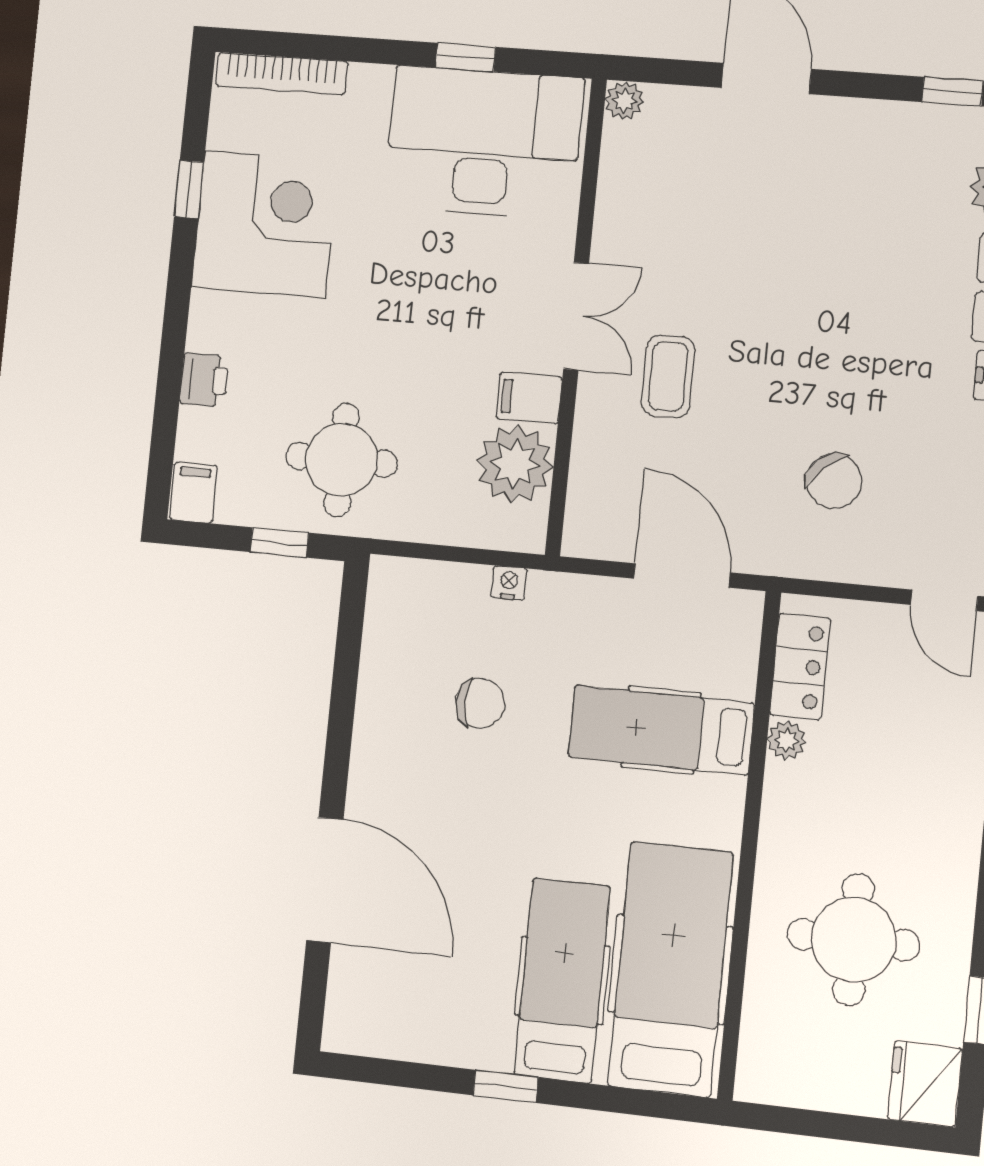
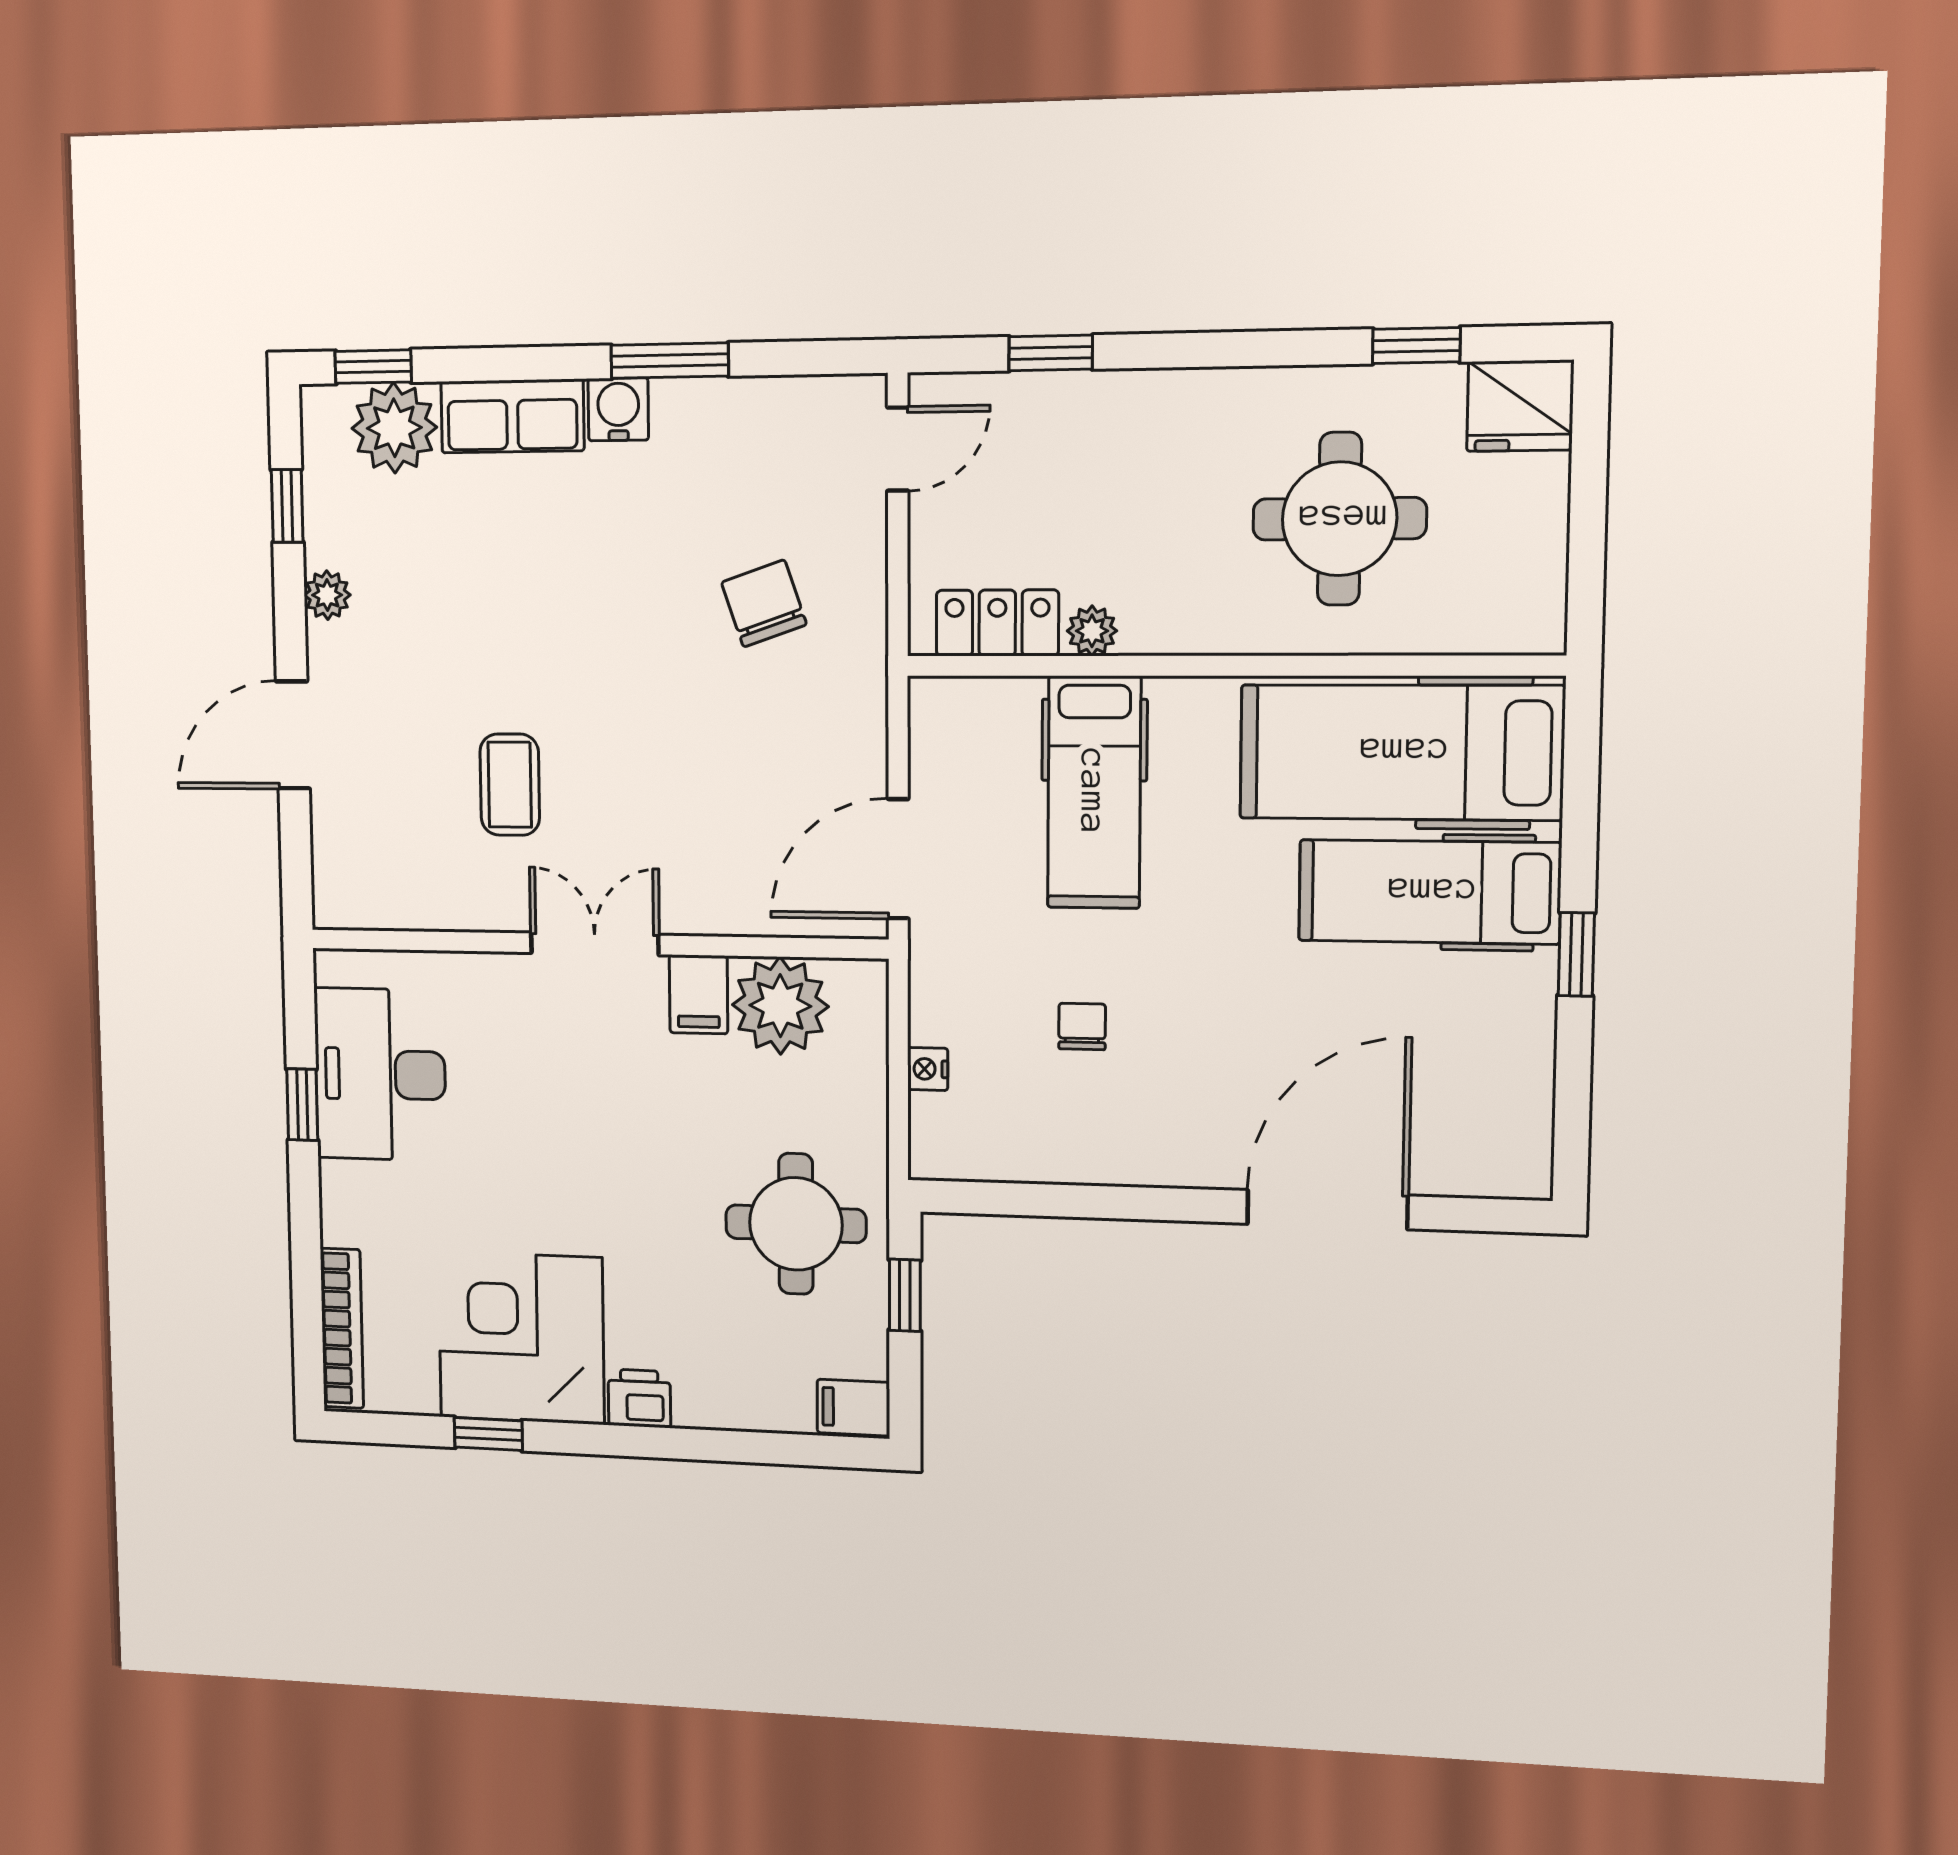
plant: (624, 101) -> (327, 595), moved
desk: (484, 142) -> (380, 1074), width x0.73, depth x0.77
coffee table: (668, 376) -> (510, 785), moved, turned 90
printer: (204, 380) -> (639, 1398), moved
chair: (834, 481) -> (764, 603), turned -67
door: (682, 576) -> (898, 859), moved
nightstand: (509, 583) -> (928, 1069), moved
chair: (480, 703) -> (1082, 1027), width x0.73, depth x0.73

